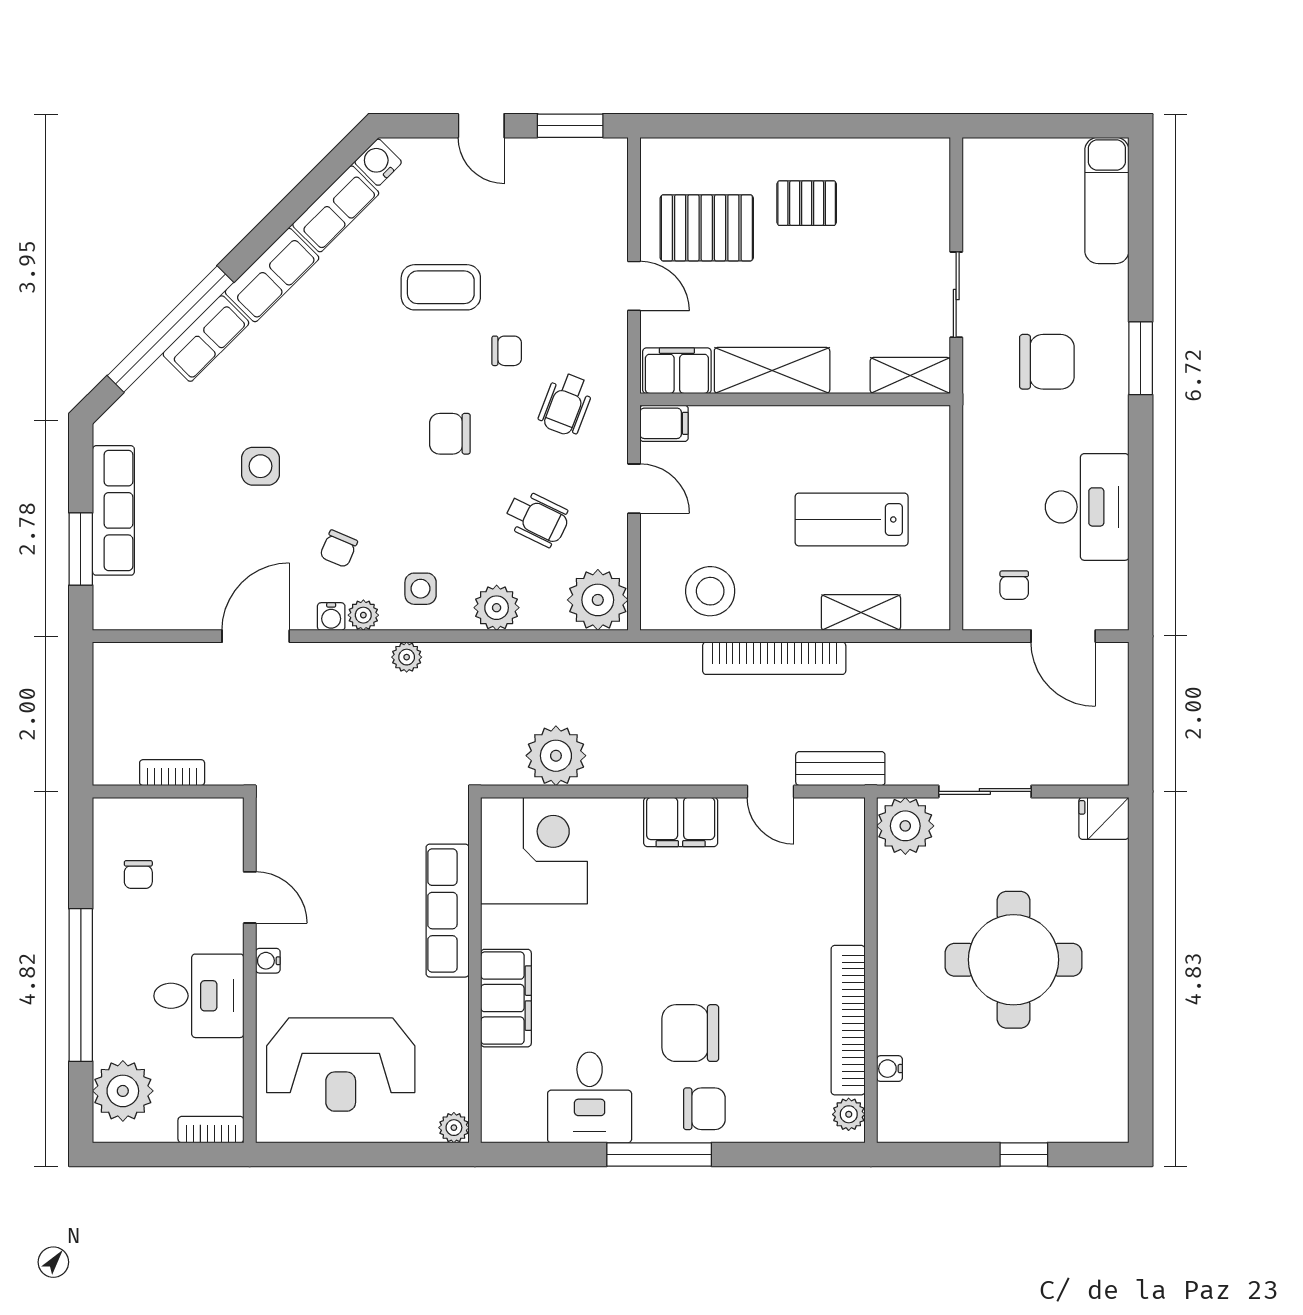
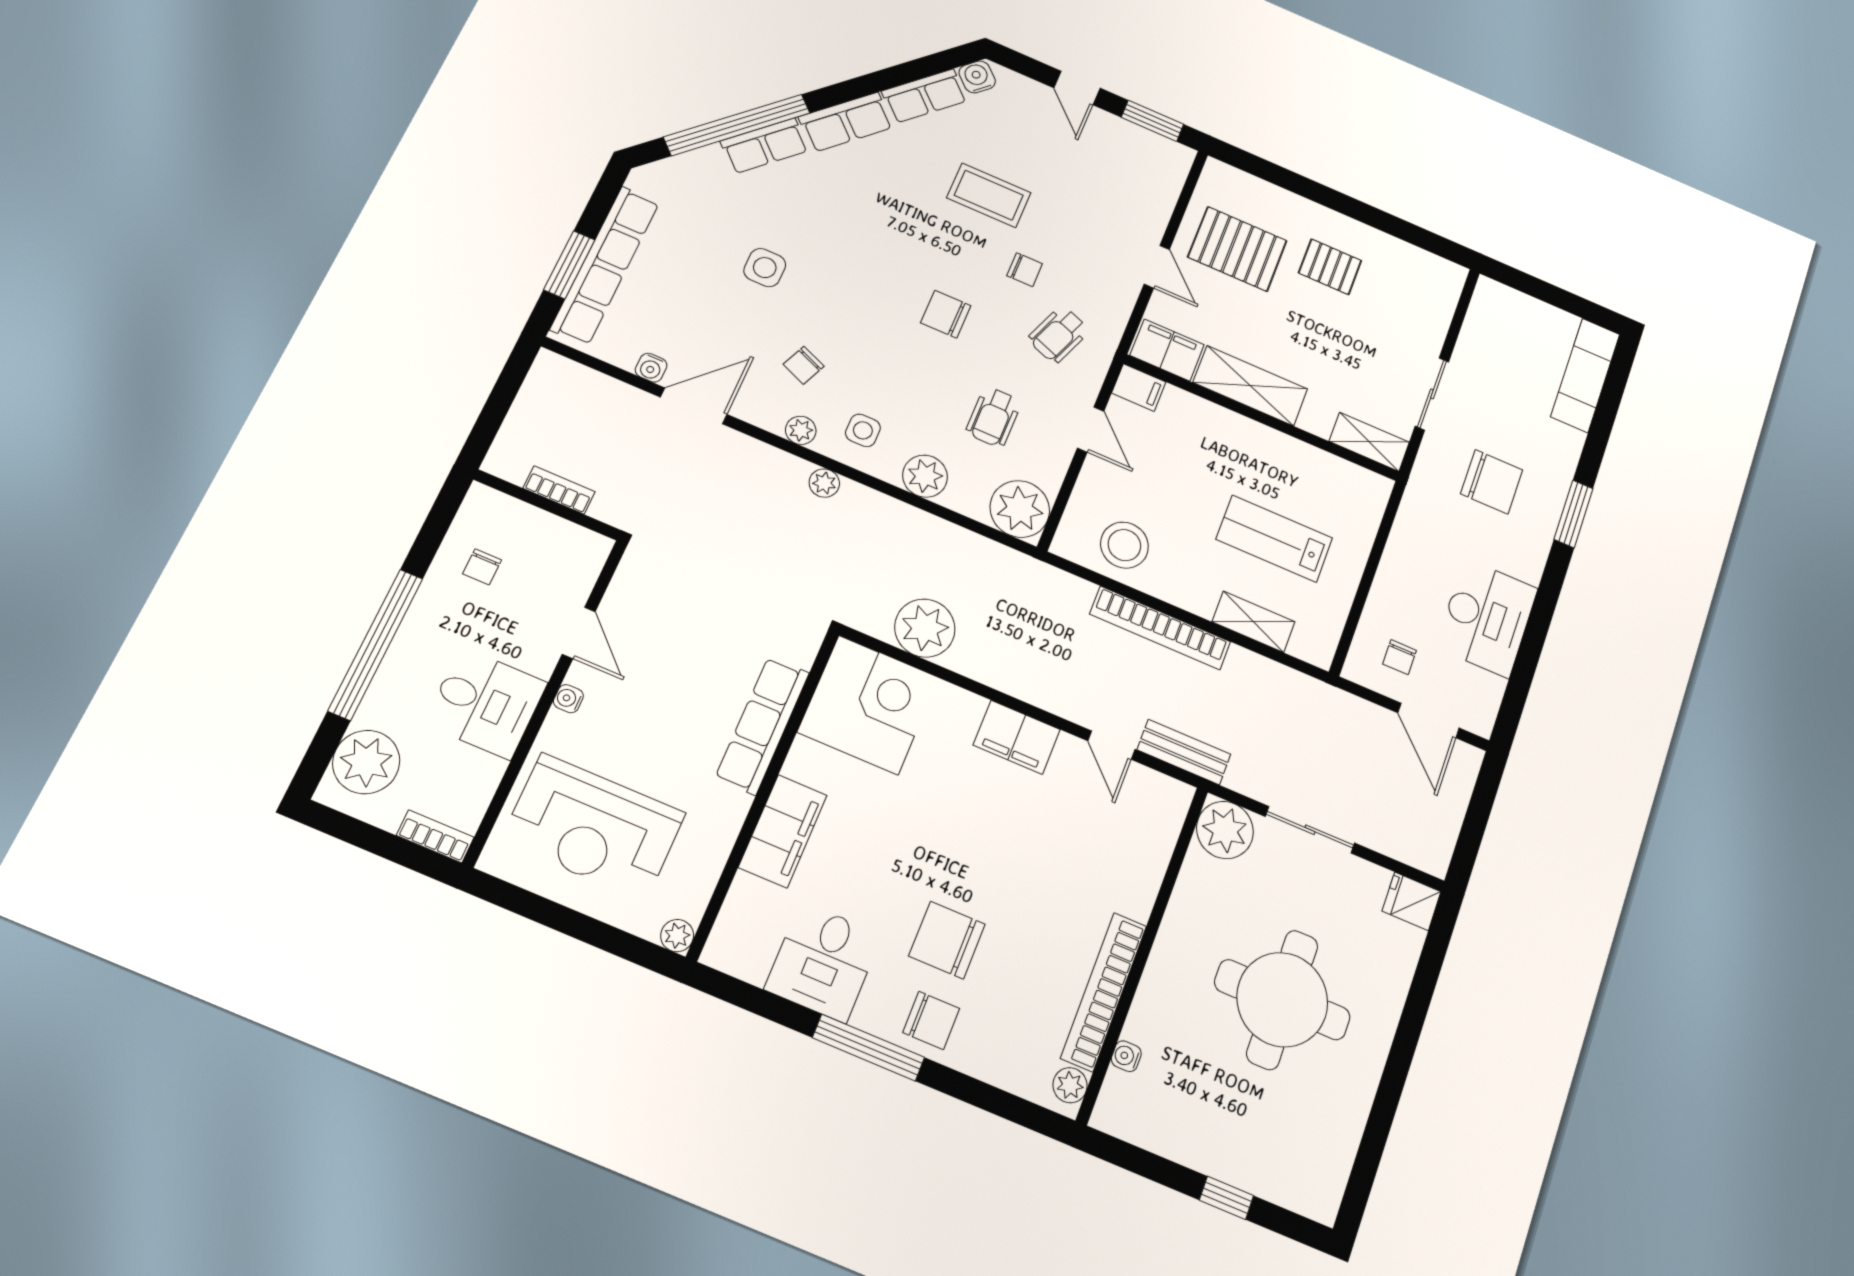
row of seats: (113, 510) -> (605, 265), width x1.36
wheelchair: (537, 519) -> (994, 417), turned 64
water cooler: (331, 617) -> (651, 368), moved

